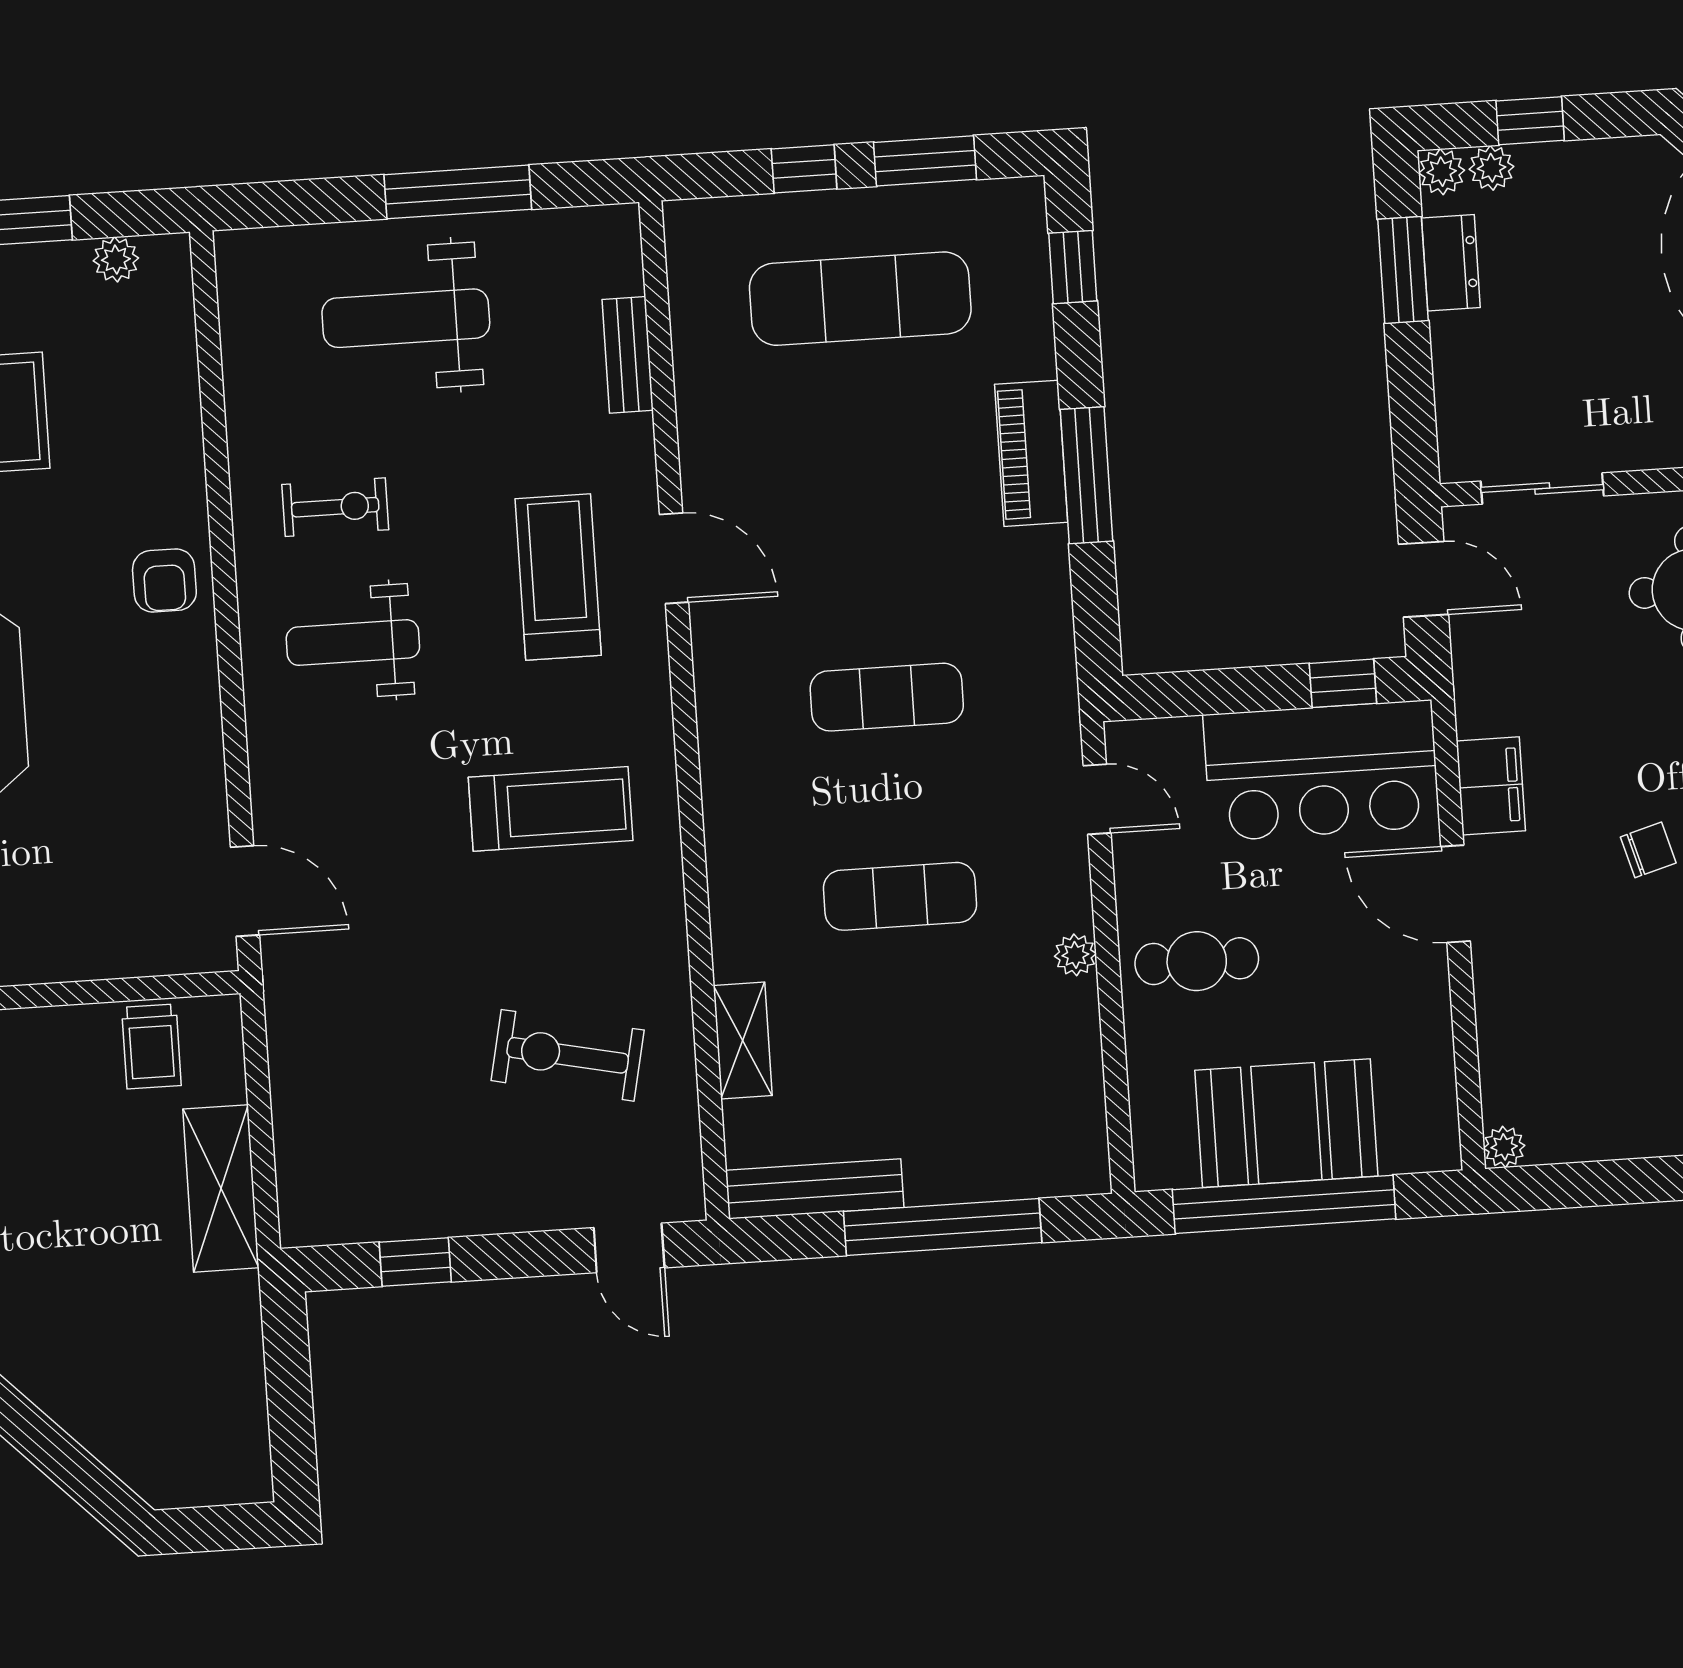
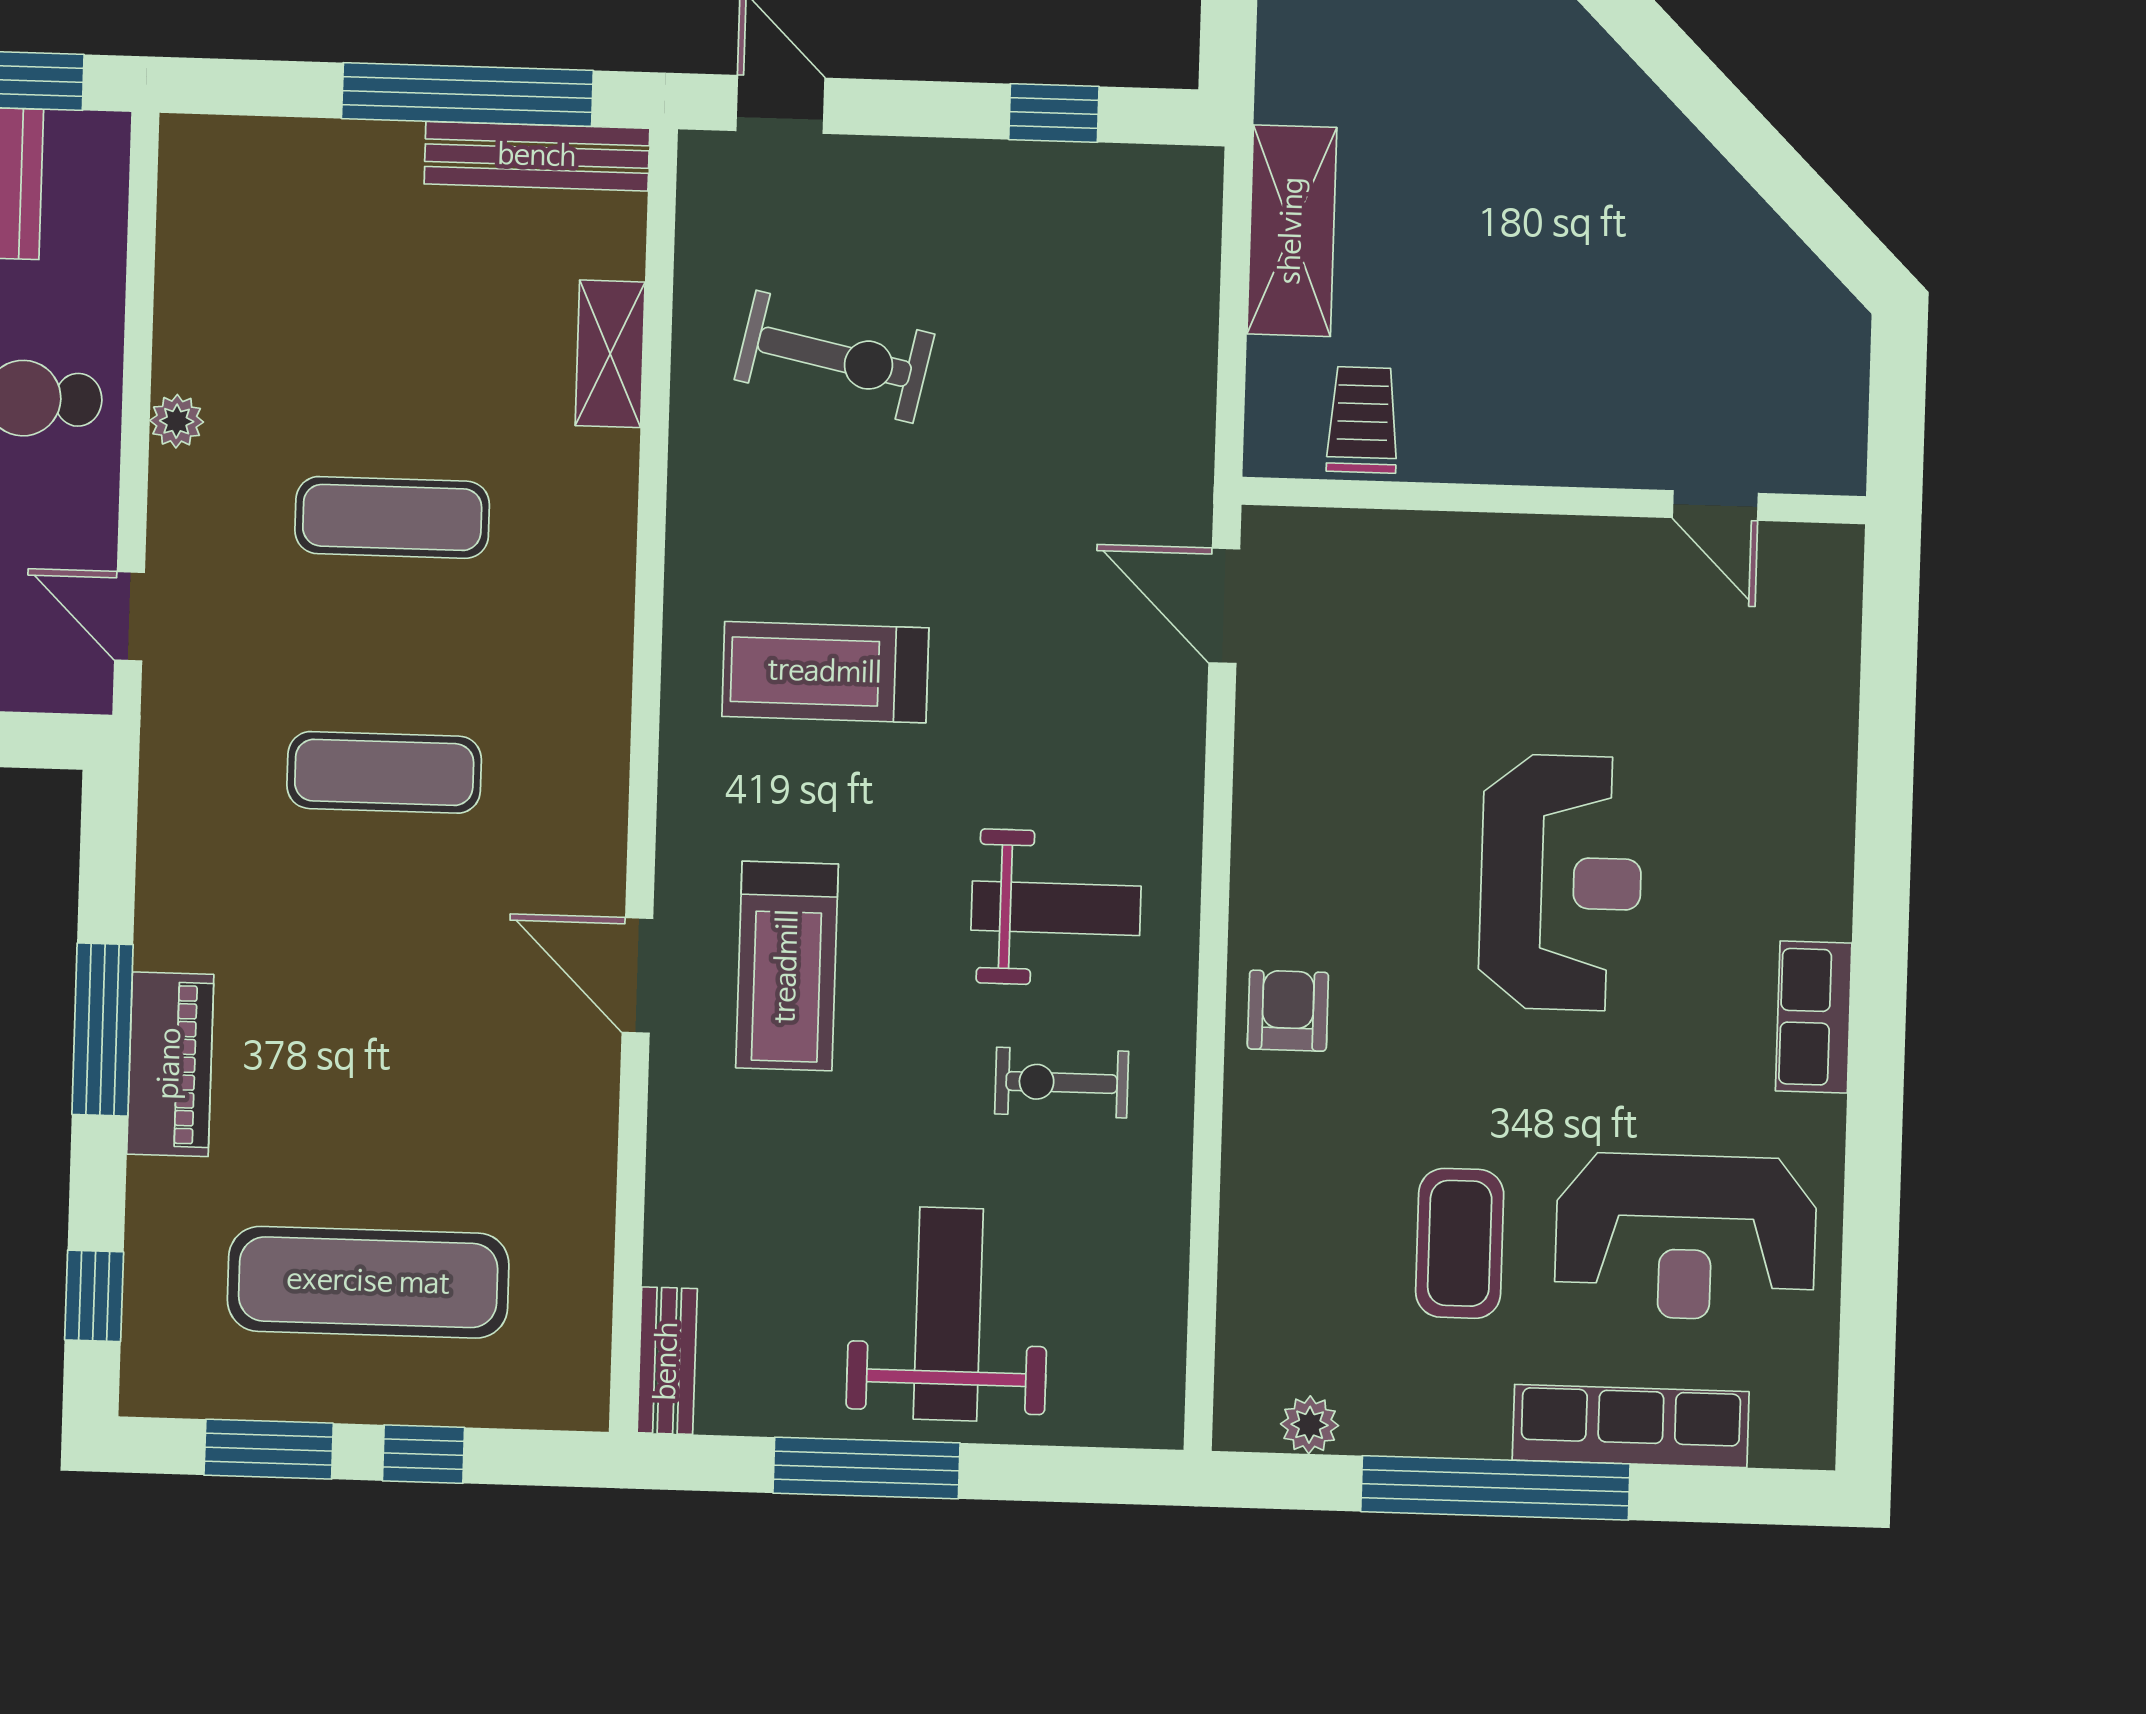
weight bench: (406, 318) -> (948, 1314), turned -90
bench: (628, 355) -> (667, 1361), moved
window: (943, 1227) -> (467, 95), moved

